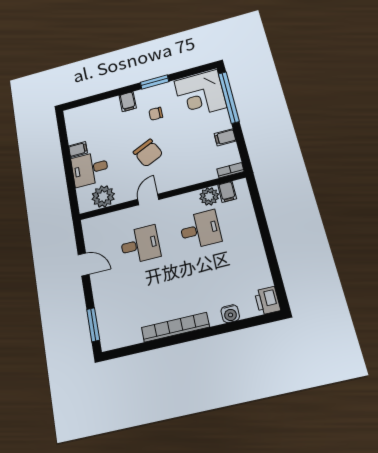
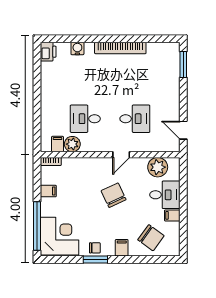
chair: (156, 114) -> (95, 248), moved
chair: (97, 120) -> (151, 238), added
desk: (140, 245) -> (135, 119), turned 180
door: (84, 265) -> (183, 130), moved

